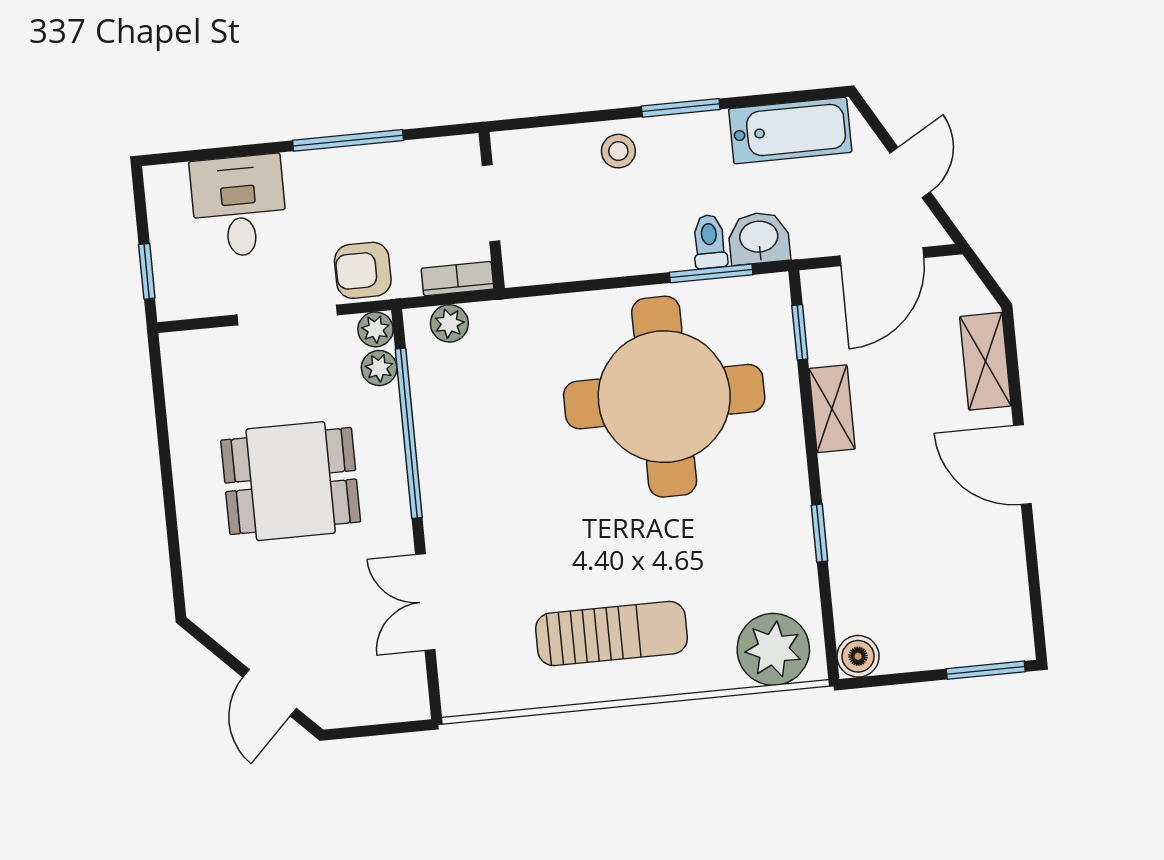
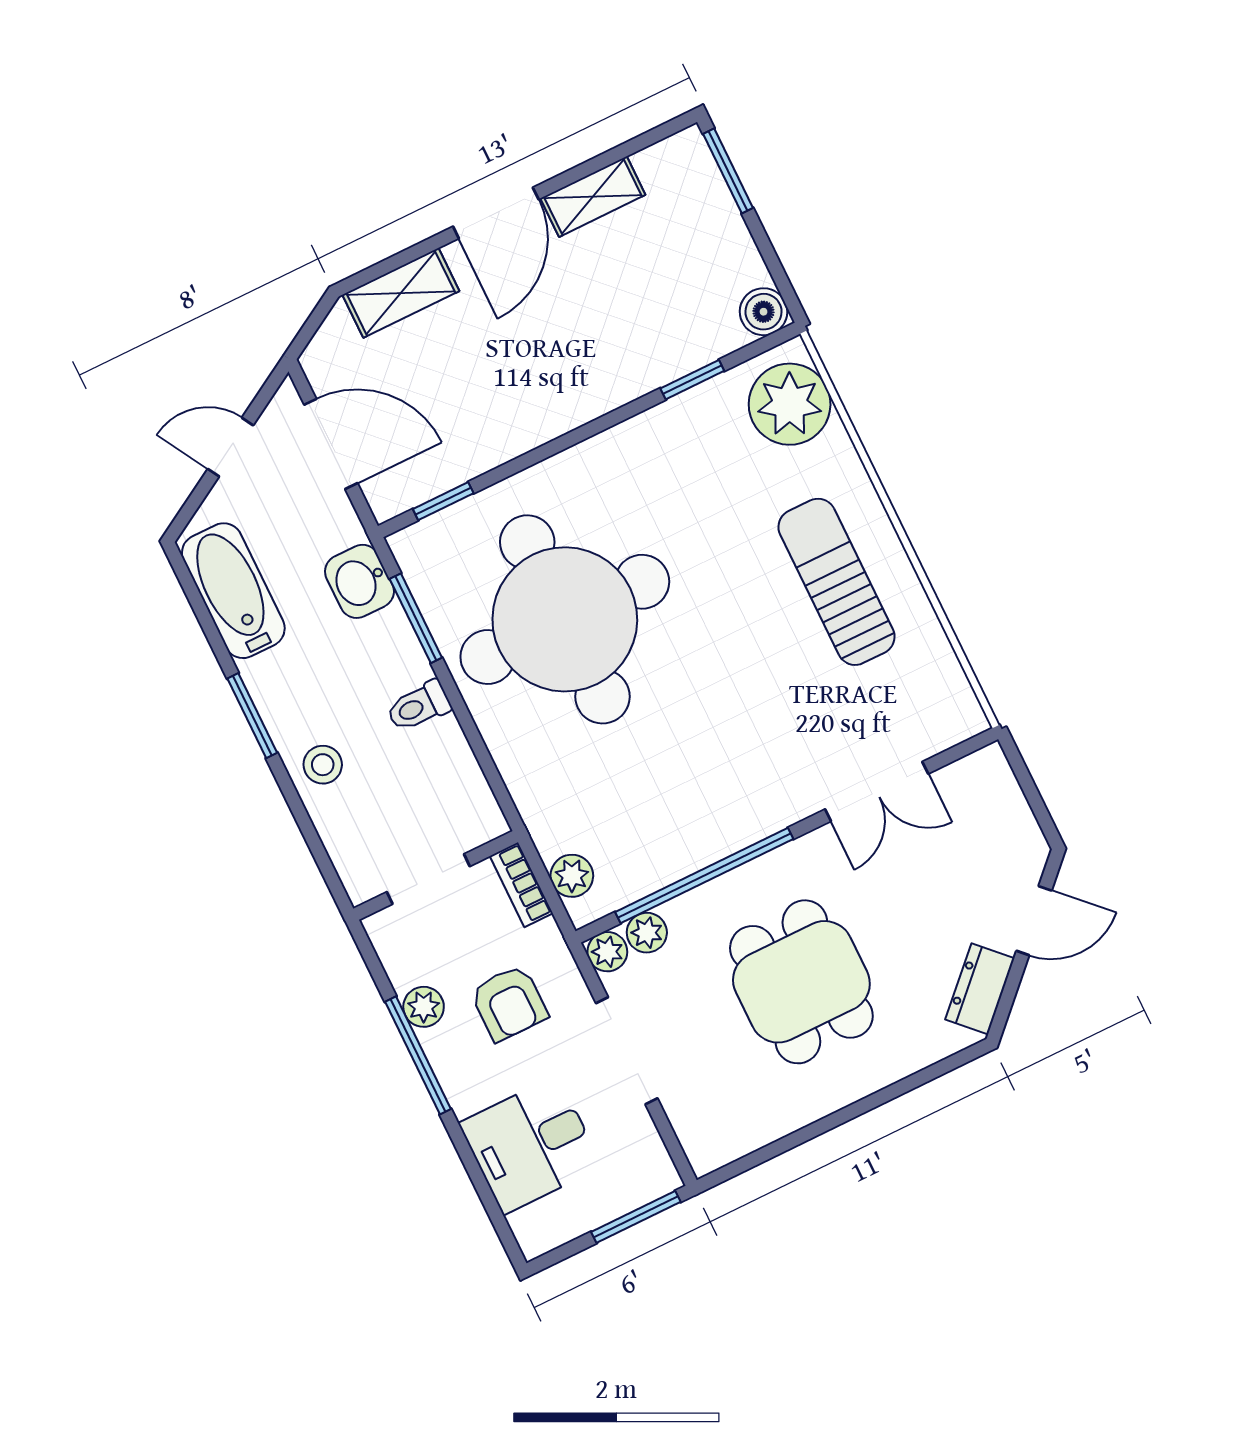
plant: (386, 160) -> (424, 1007), added
toilet: (710, 241) -> (419, 706), moved
armchair: (363, 270) -> (509, 1003), moved
window: (147, 271) -> (636, 1217), width x1.50
shelving: (832, 409) -> (593, 197), moved
window: (819, 533) -> (692, 380), moved
dresser: (230, 627) -> (980, 989), added

